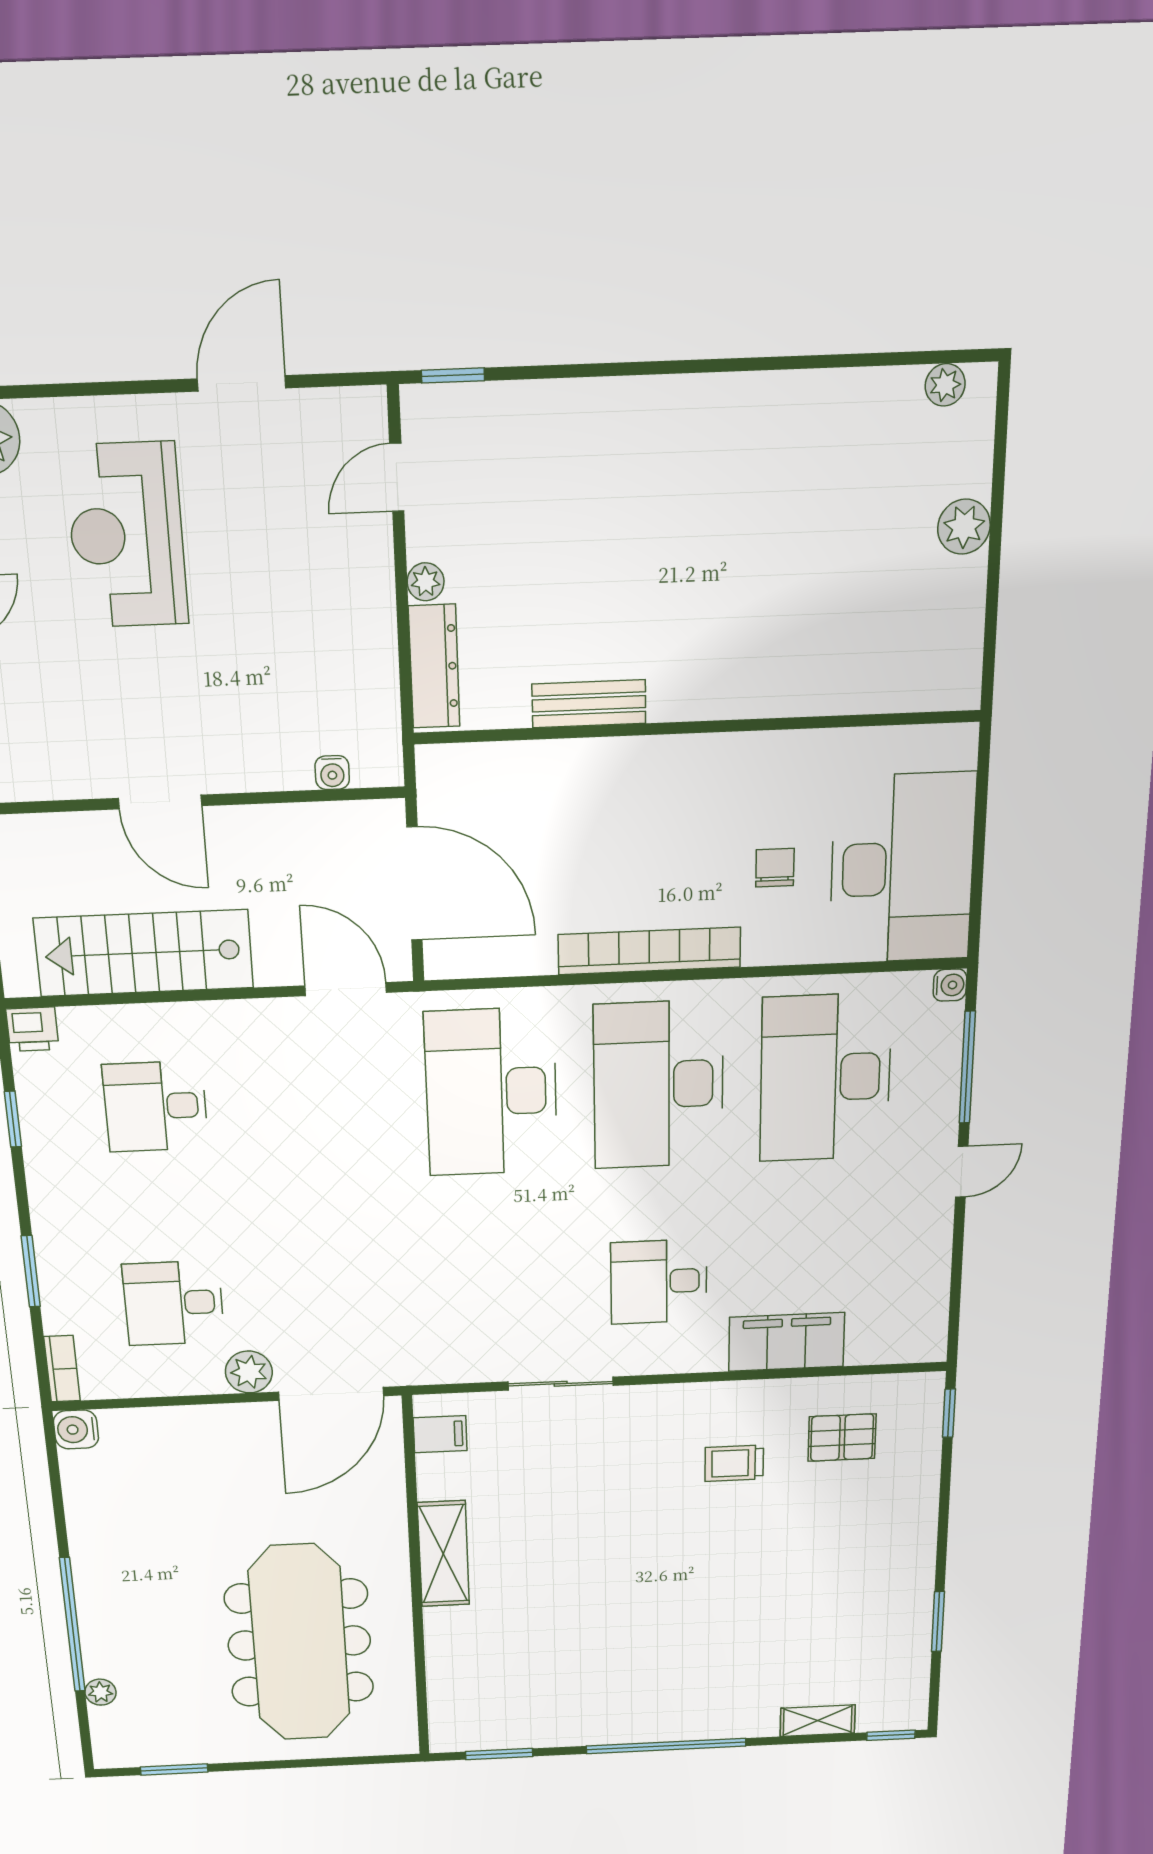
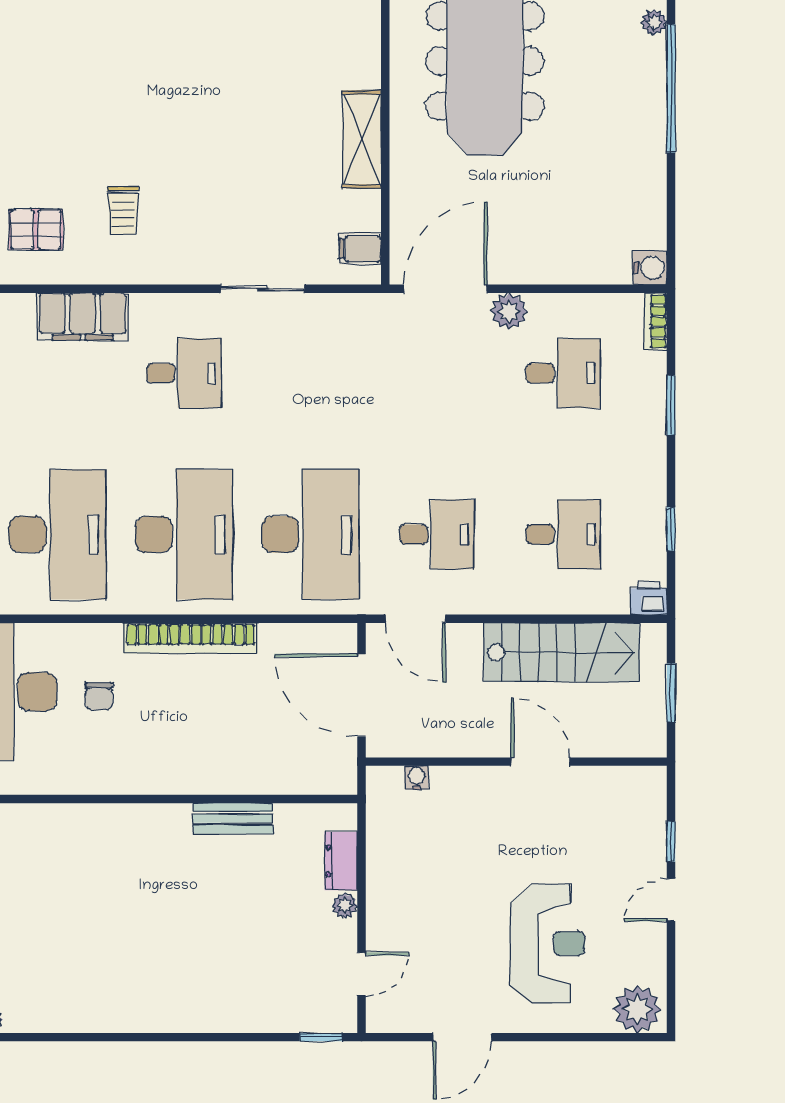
dresser: (434, 666) -> (341, 861), width x0.70
desk: (324, 1099) -> (437, 534), added
trolley: (734, 1463) -> (123, 211), turned 90

